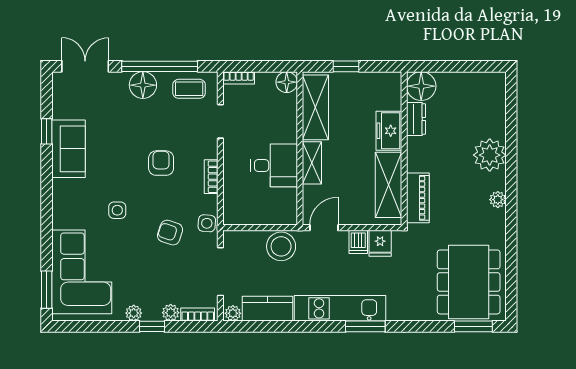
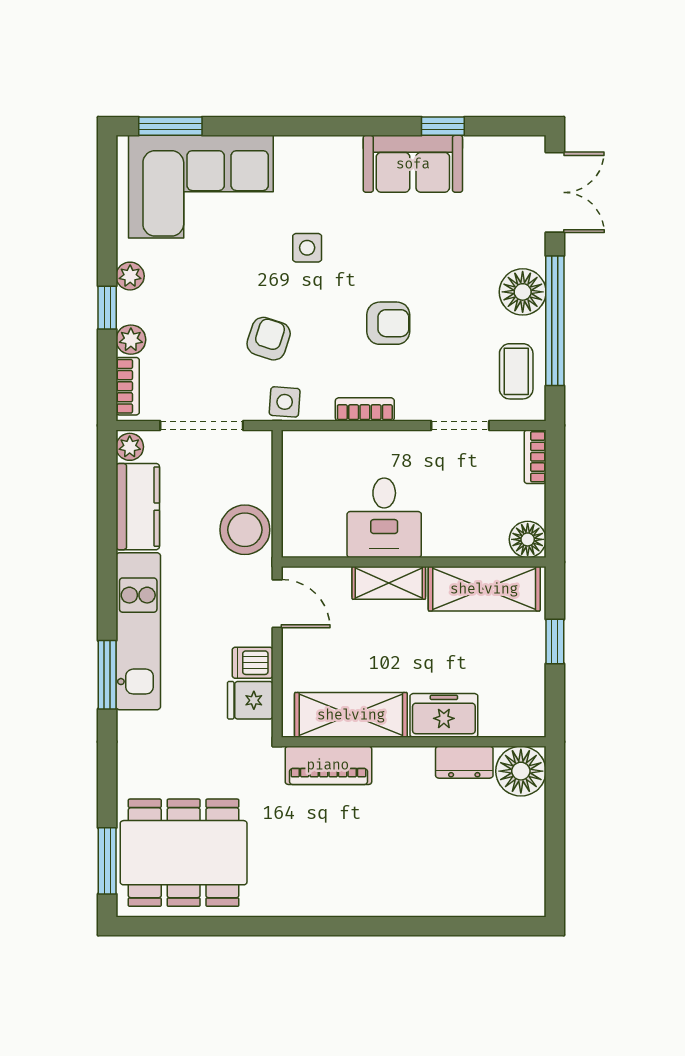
plant: (490, 155) -> (402, 889), removed
plant: (498, 200) -> (326, 903), removed

